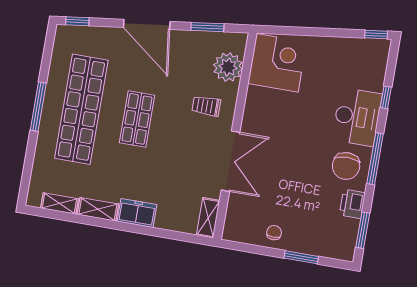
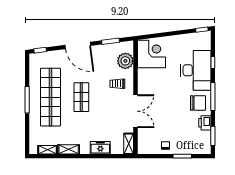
desk: (357, 117) -> (196, 70), width x1.36, depth x1.30
chair: (346, 166) -> (198, 103), turned -90
freezer: (137, 213) -> (100, 148), moved

